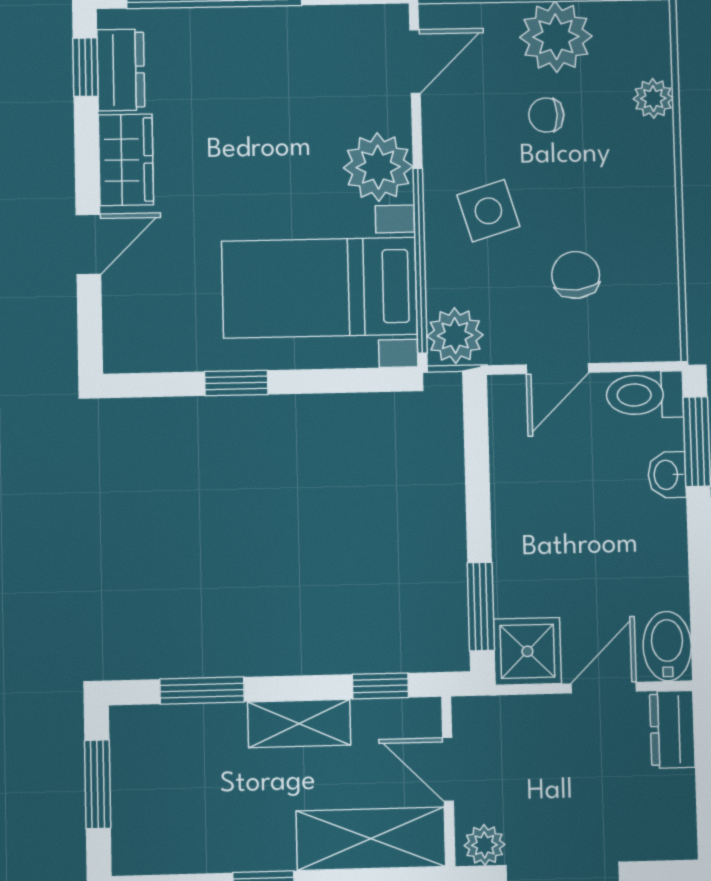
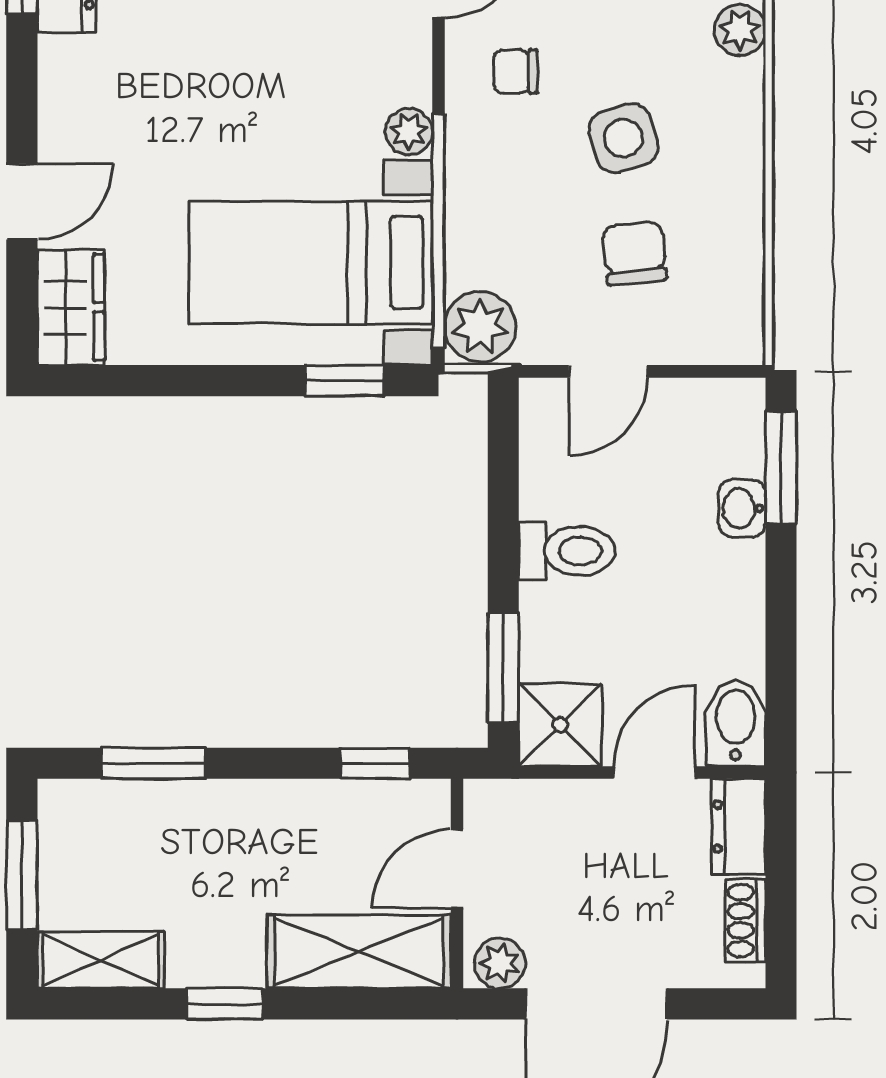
chair: (546, 115) -> (516, 72), moved
wardrobe: (126, 160) -> (71, 307), moved
plant: (378, 167) -> (409, 131), width x0.53, depth x0.53
side table: (488, 211) -> (623, 138), moved
window: (236, 383) -> (345, 381), moved
toilet: (645, 395) -> (567, 551), moved, turned 180
shelving: (299, 724) -> (101, 960), moved
door: (448, 769) -> (457, 869), hinge flipped
shoe rack: (680, 805) -> (746, 921), added

